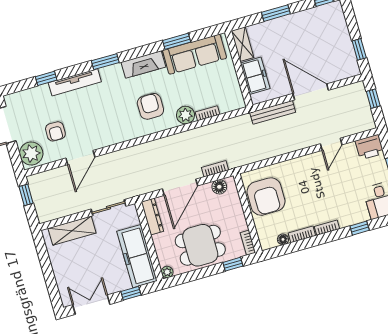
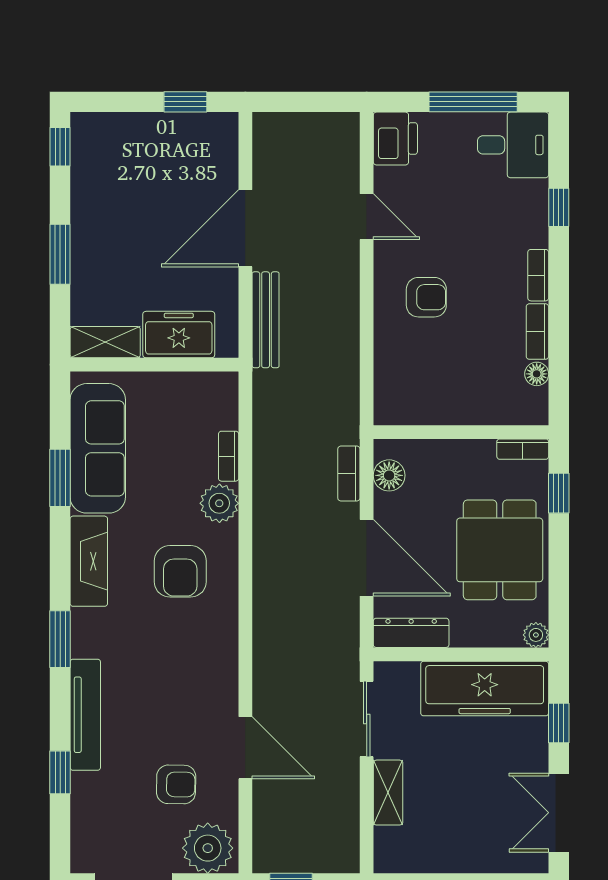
window: (373, 99) -> (297, 102), removed
armchair: (150, 106) -> (180, 571), turned -90
armchair: (266, 197) -> (426, 297), moved, width x0.53, depth x0.53
shelving: (72, 231) -> (388, 793), width x0.67, depth x0.75

